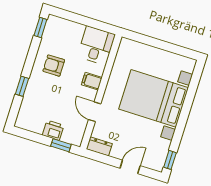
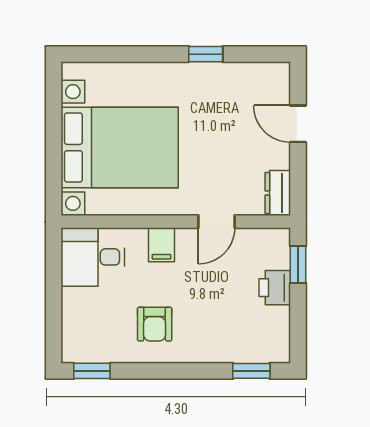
window: (22, 86) -> (251, 371), moved
bed with nightstands: (154, 98) -> (120, 148), moved, turned -90
window: (170, 160) -> (206, 54), moved

